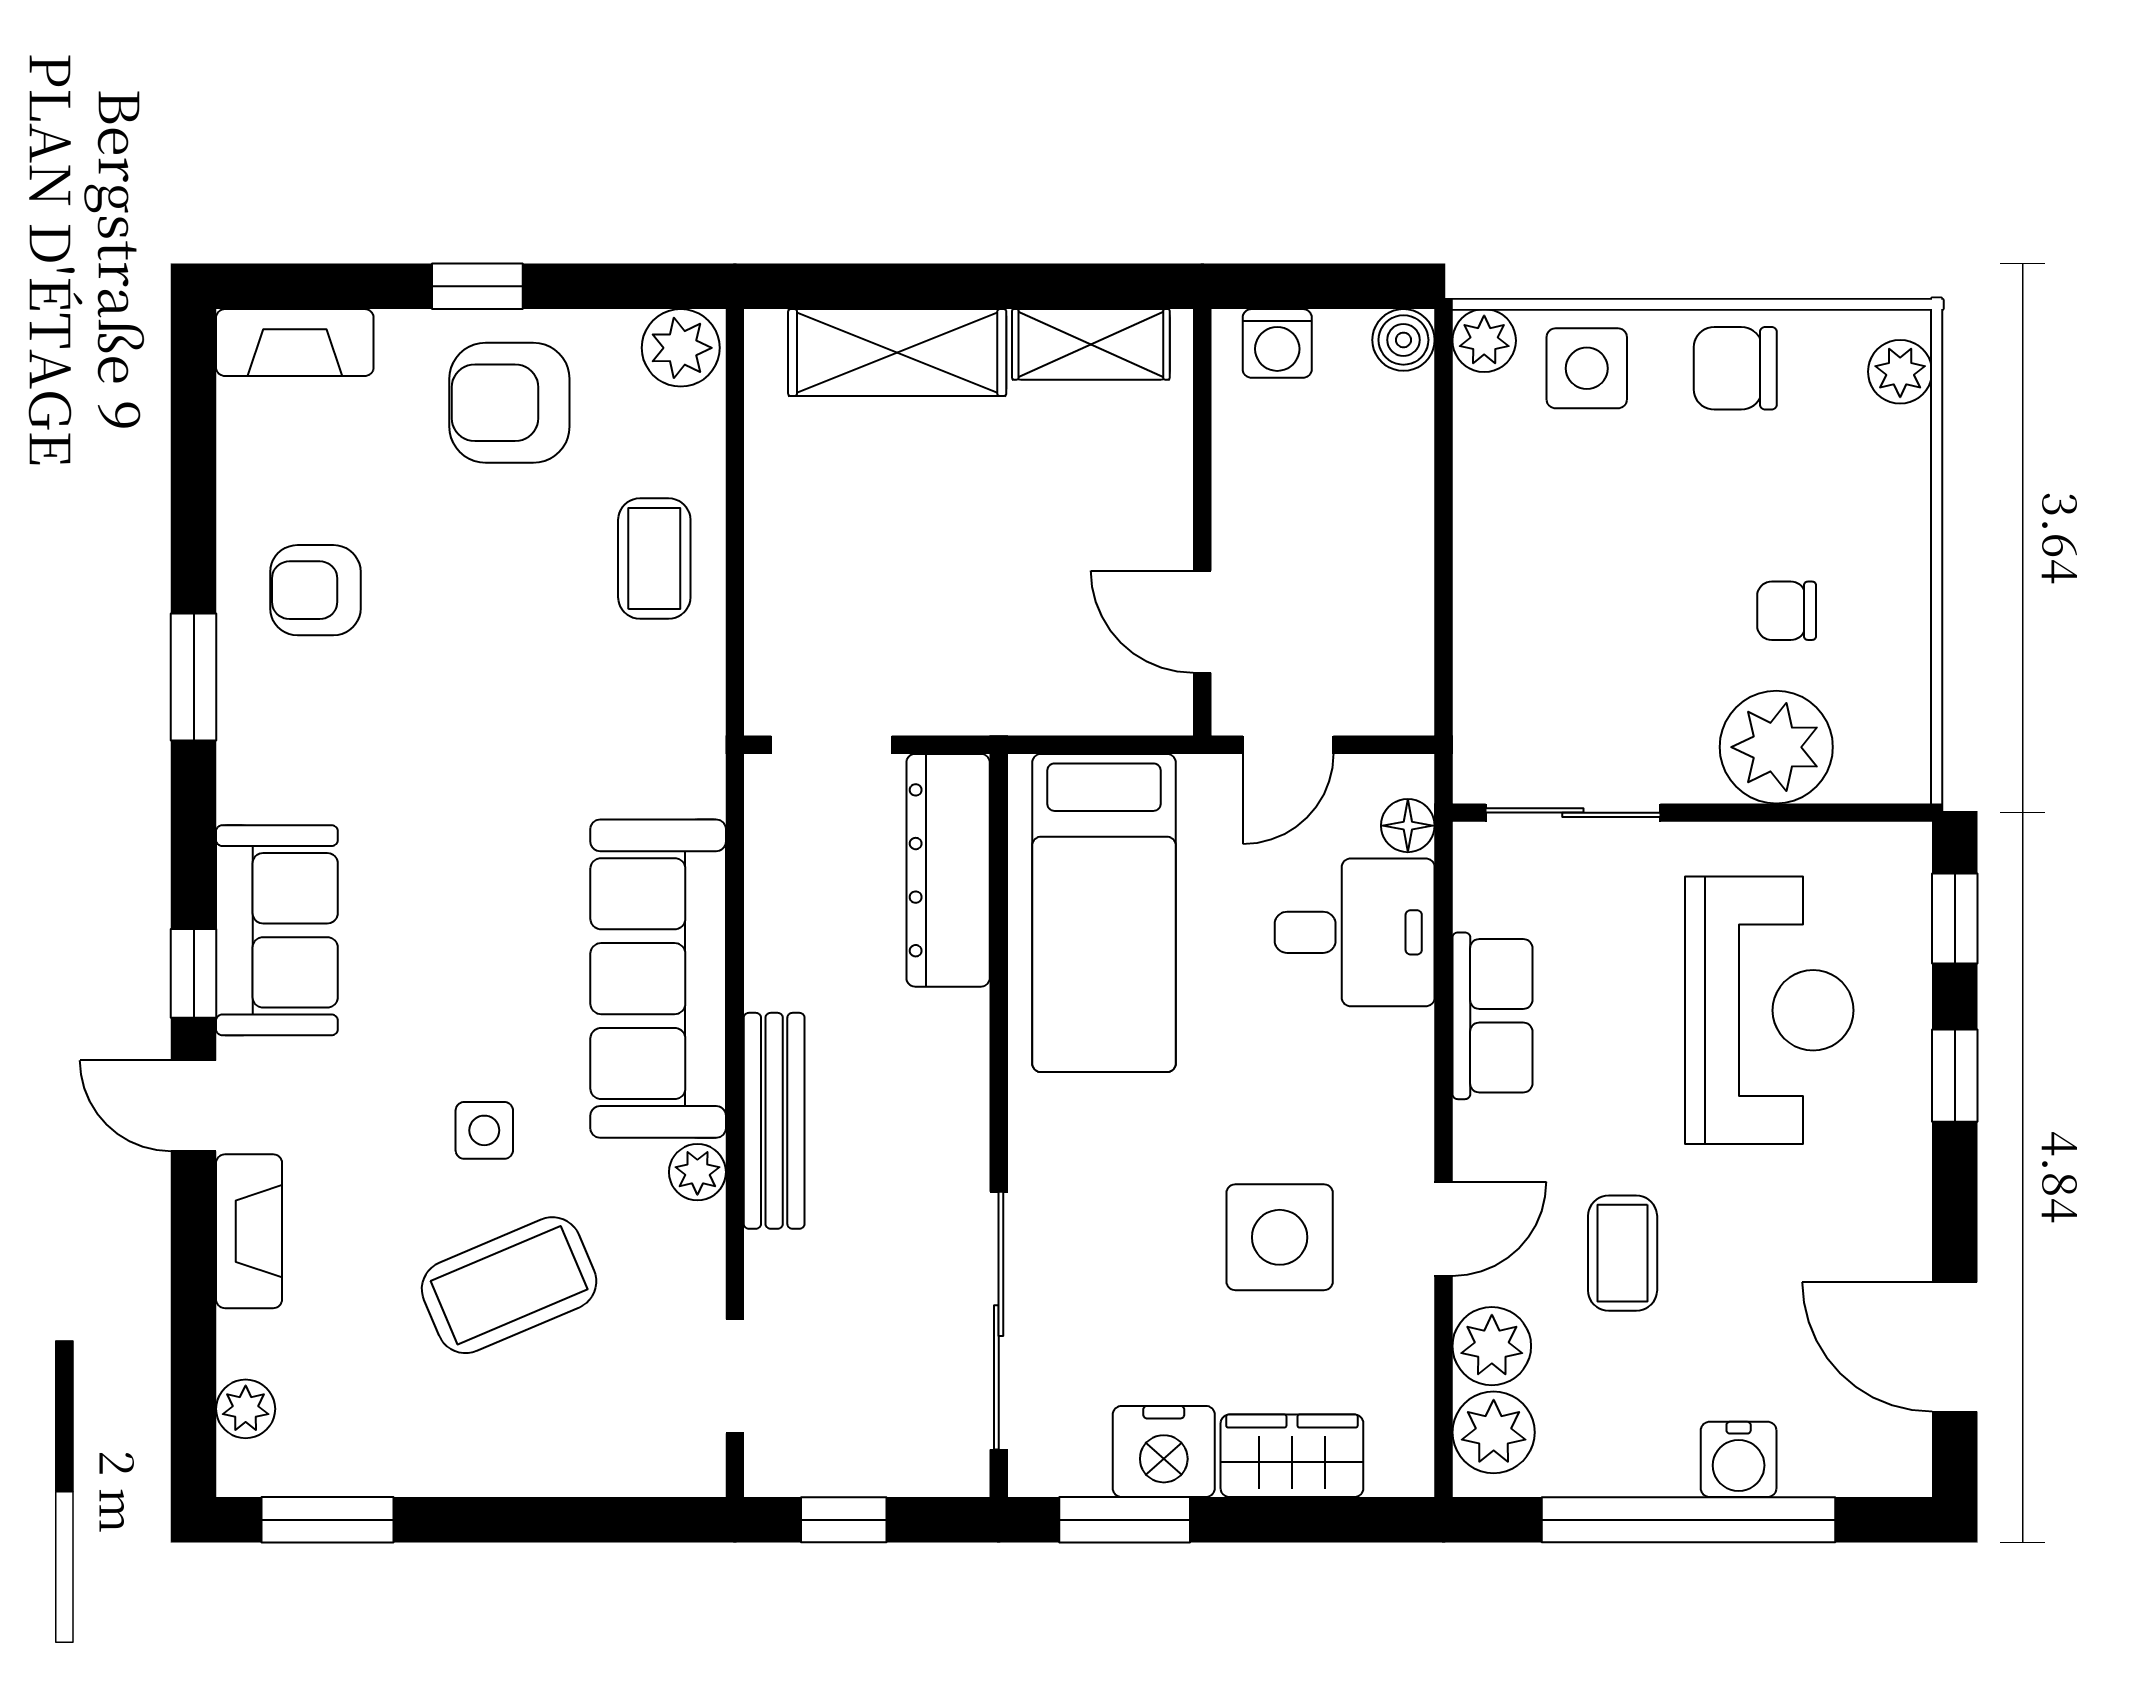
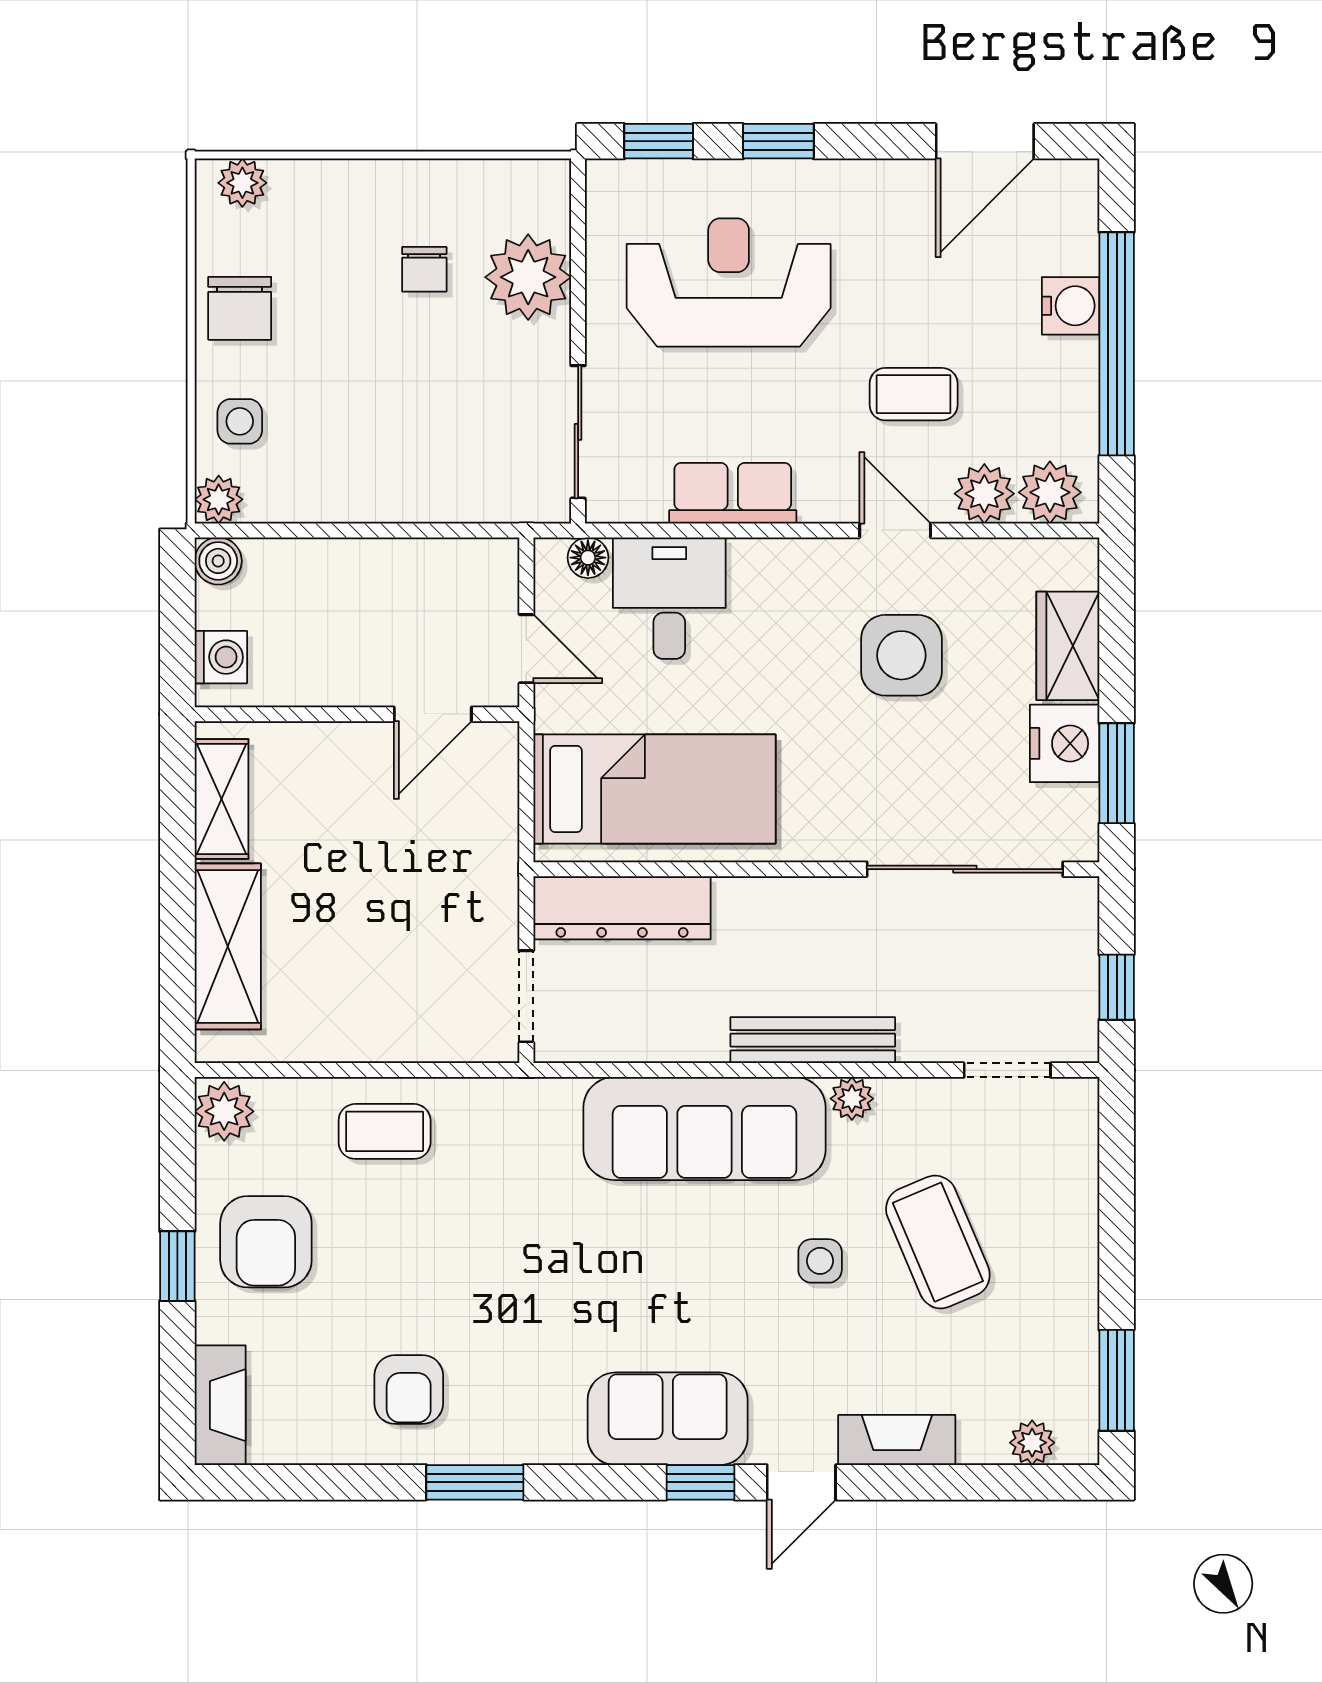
side table: (1587, 368) -> (240, 421), width x0.73, depth x0.73

